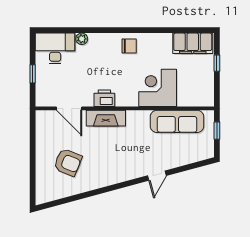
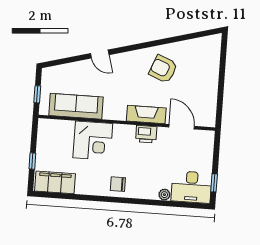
window: (33, 74) -> (214, 183), moved
armchair: (68, 162) -> (163, 69), moved
door: (157, 176) -> (100, 54), swing flipped

